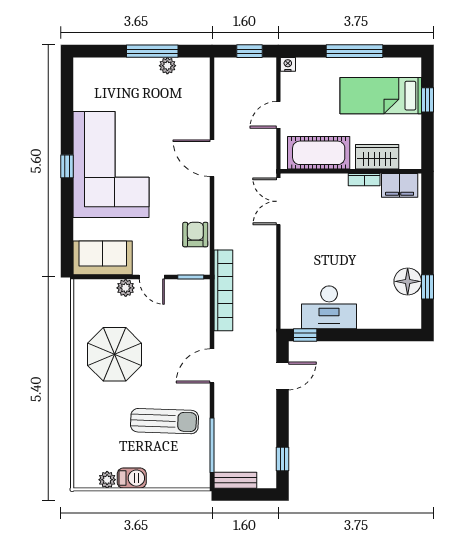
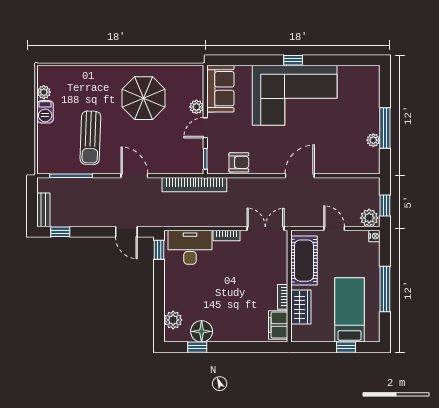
plant: (265, 71) -> (369, 218), added
bookcase: (287, 250) -> (227, 235), added
desk: (329, 307) -> (190, 247), moved, turned 90
plant: (393, 317) -> (173, 320), added
bench: (235, 480) -> (43, 210), moved

